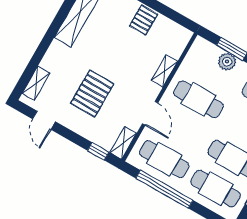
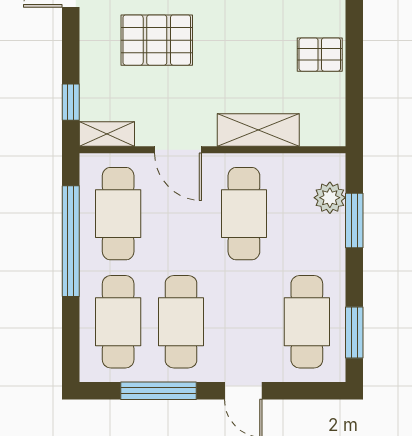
plant: (227, 62) -> (330, 198), moved
shelving: (164, 71) -> (258, 130), width x1.50, depth x1.33
door: (150, 113) -> (178, 150), hinge flipped

